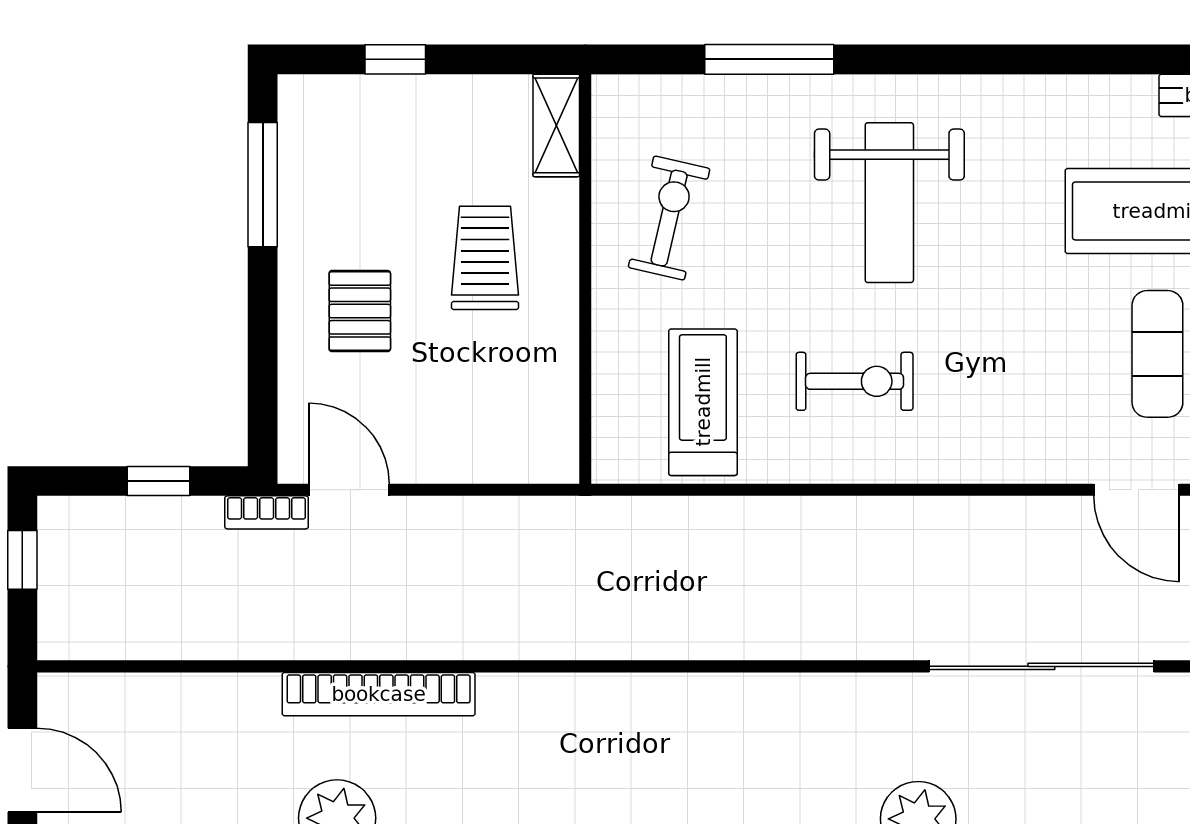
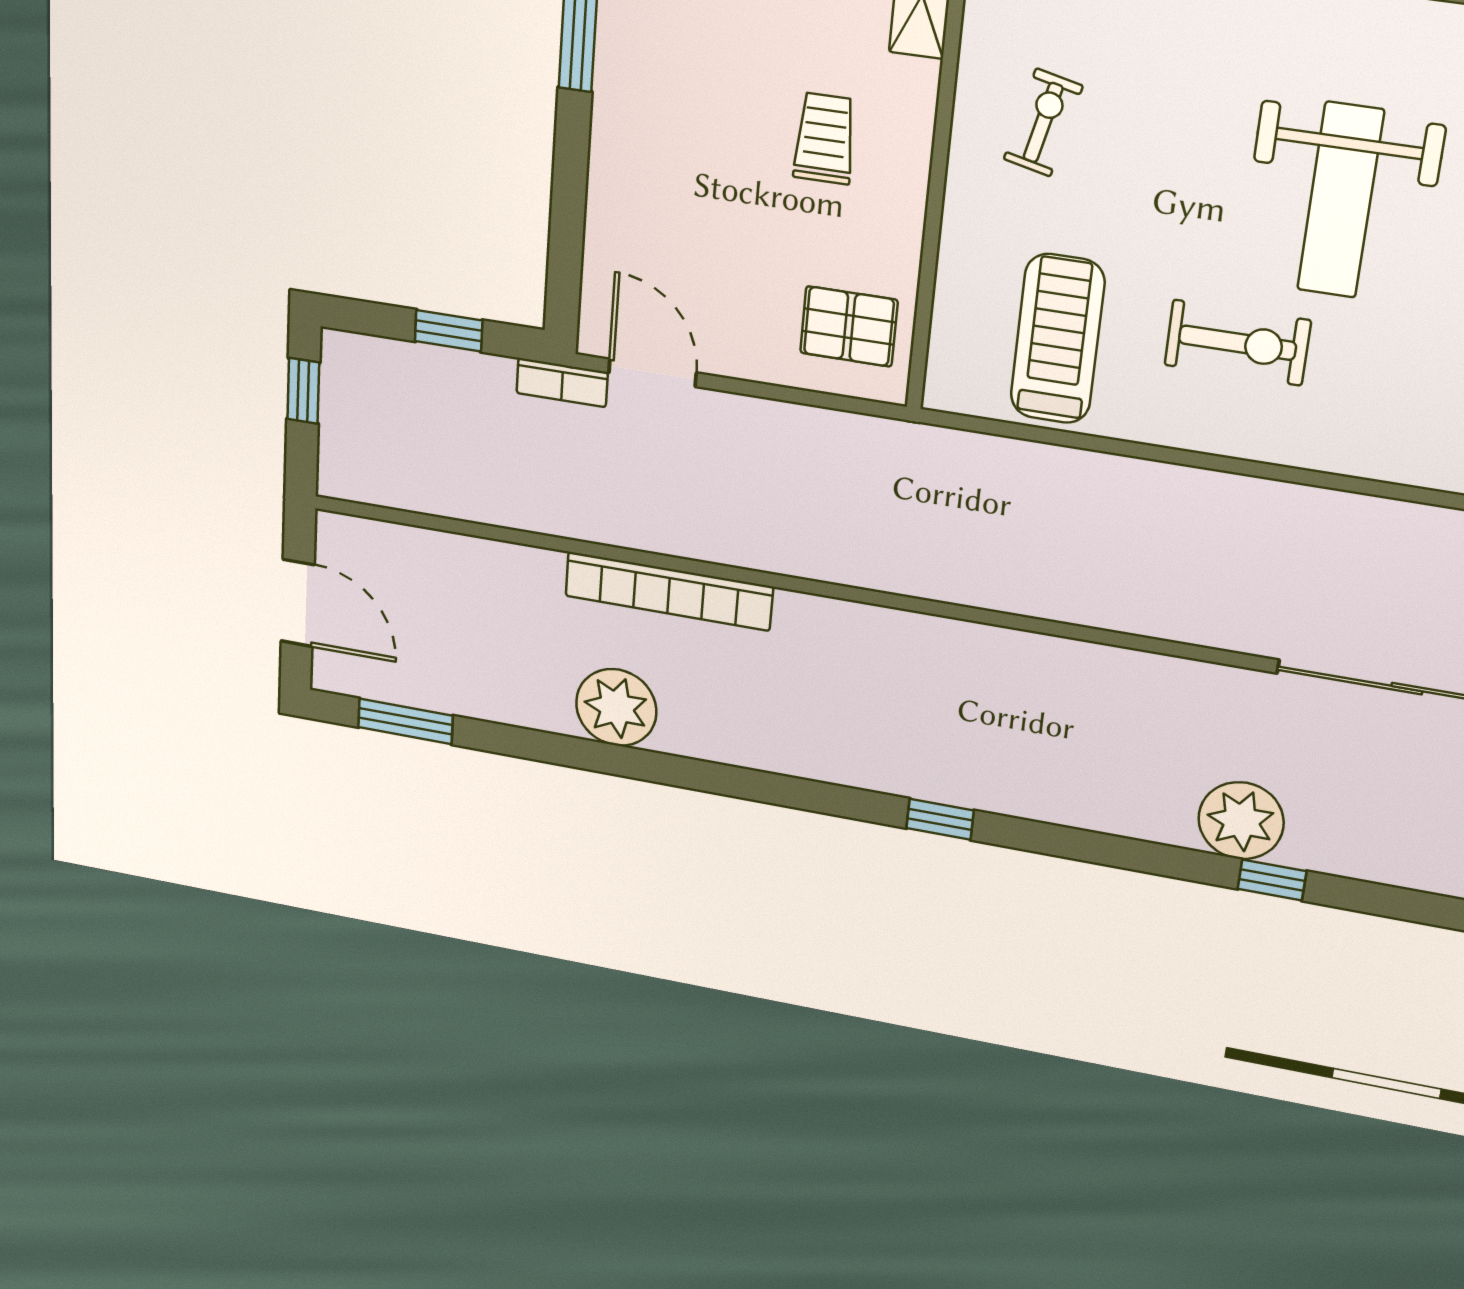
weight bench: (889, 203) -> (1341, 200), moved
exercise bike: (669, 218) -> (1043, 123), width x0.73, depth x0.72
trolley: (485, 258) -> (825, 138), width x0.73, depth x0.72
pallet: (360, 311) -> (849, 326), moved, turned 90

